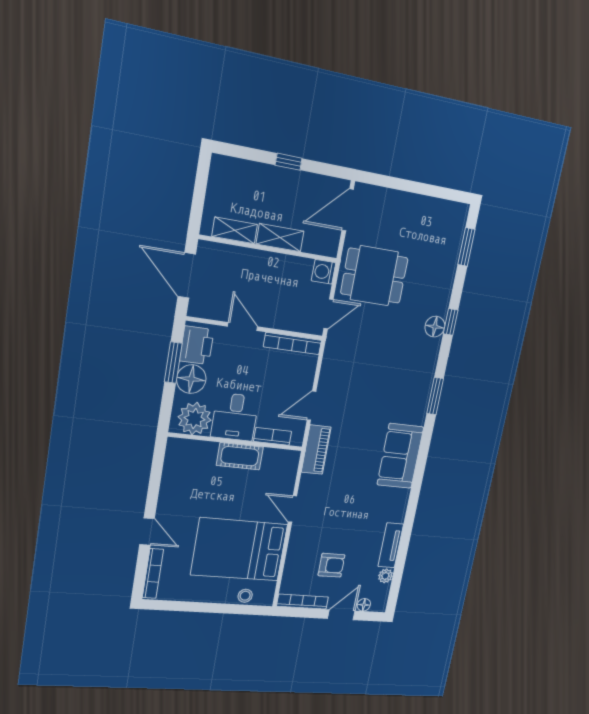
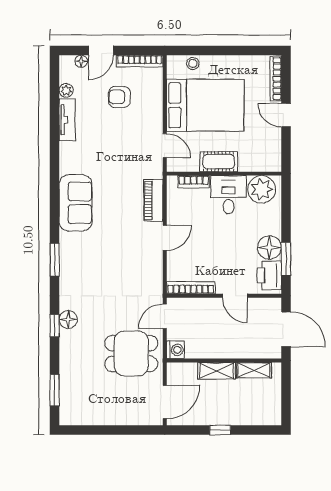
desk: (235, 417) -> (228, 195), moved
plant: (195, 419) -> (262, 189), moved
bookcase: (273, 436) -> (194, 182), moved
wall: (236, 442) -> (224, 174), moved
cot: (240, 456) -> (219, 162), moved

